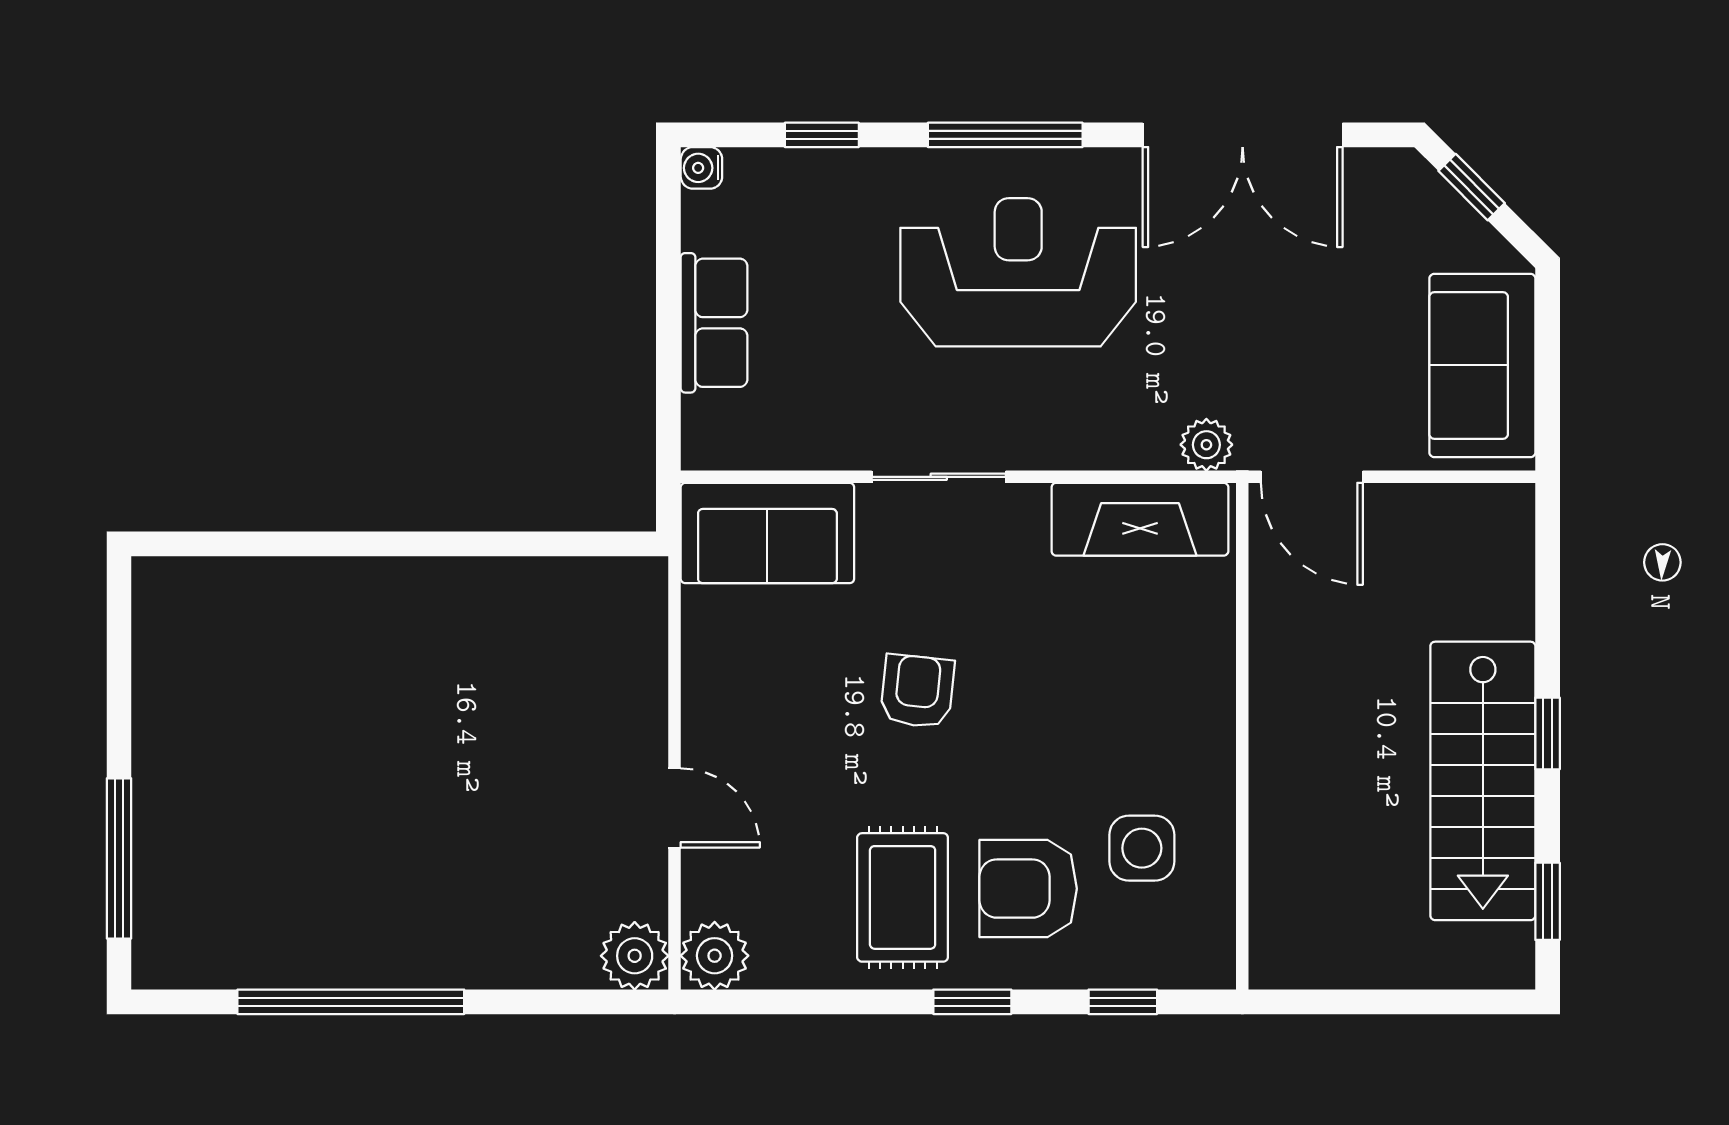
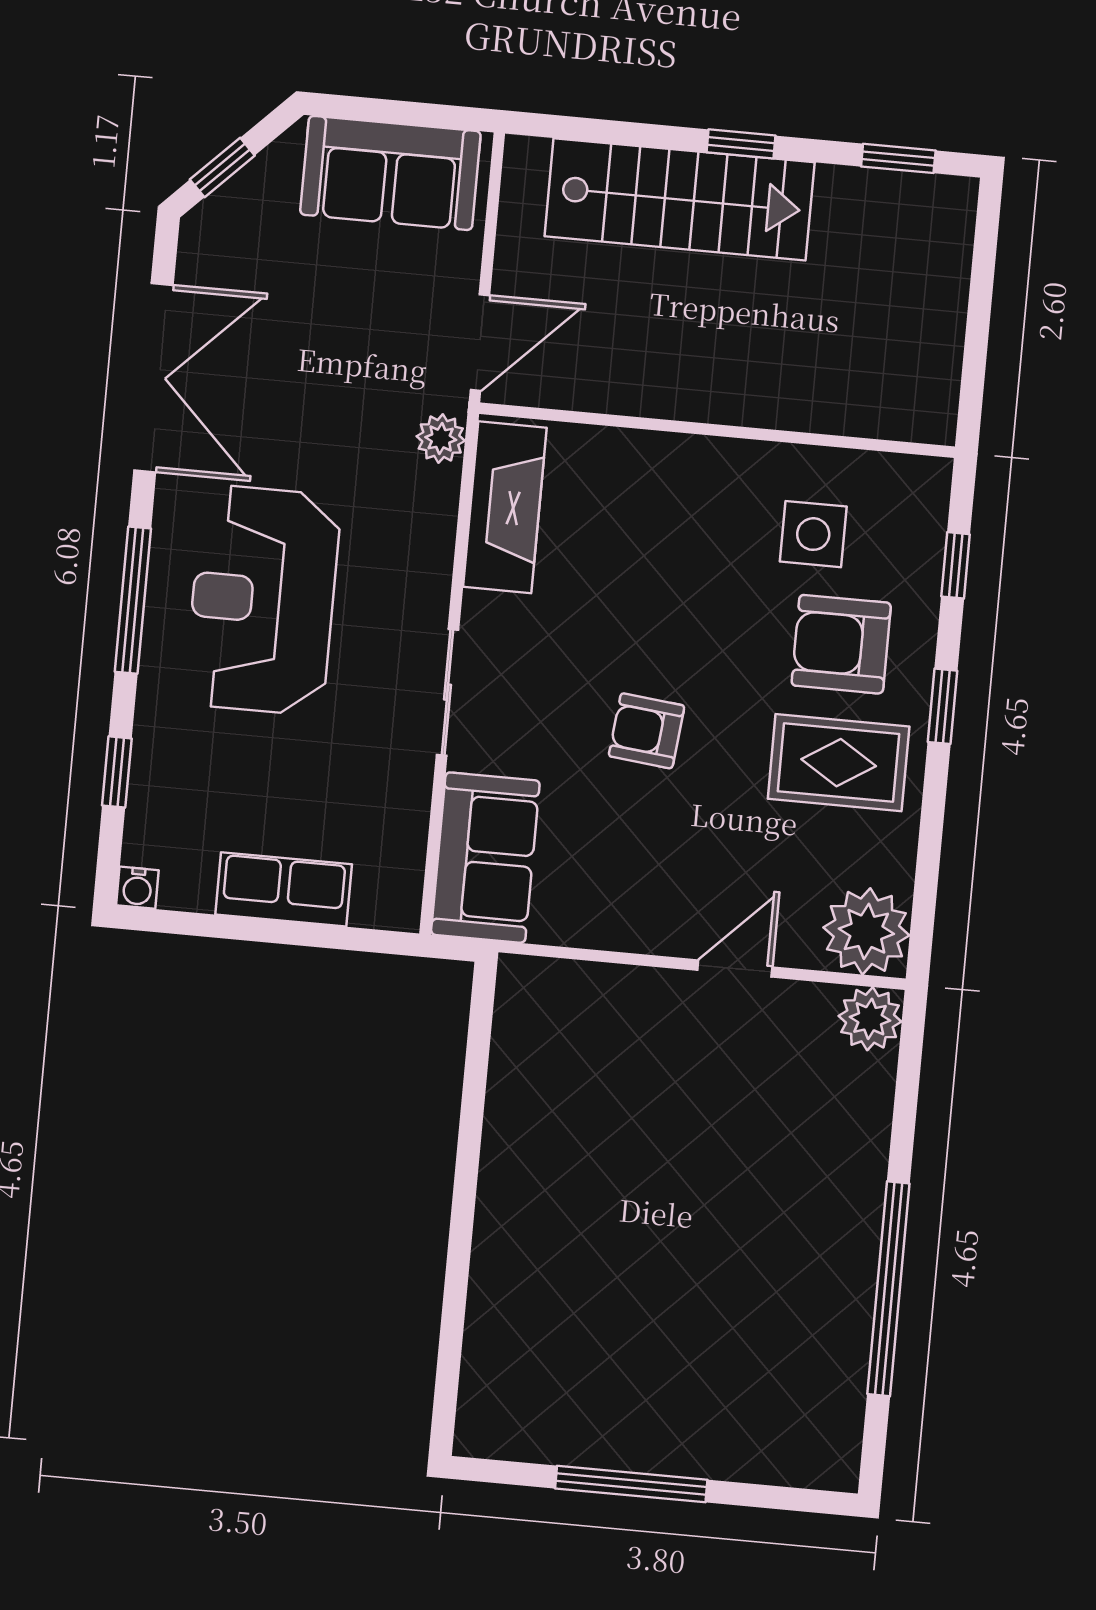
stairs: (1483, 781) -> (680, 199), moved
window: (119, 858) -> (631, 1484), moved
armchair: (1028, 889) -> (841, 644), turned 90
plant: (715, 956) -> (866, 931), width x1.36, depth x1.36

